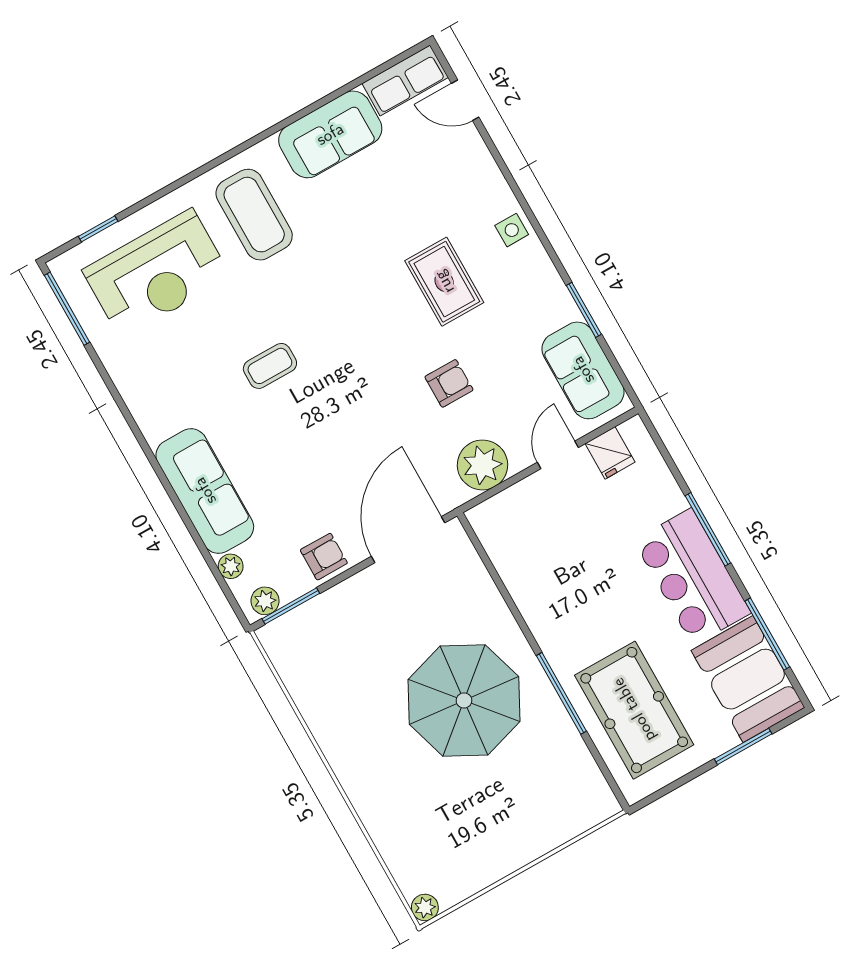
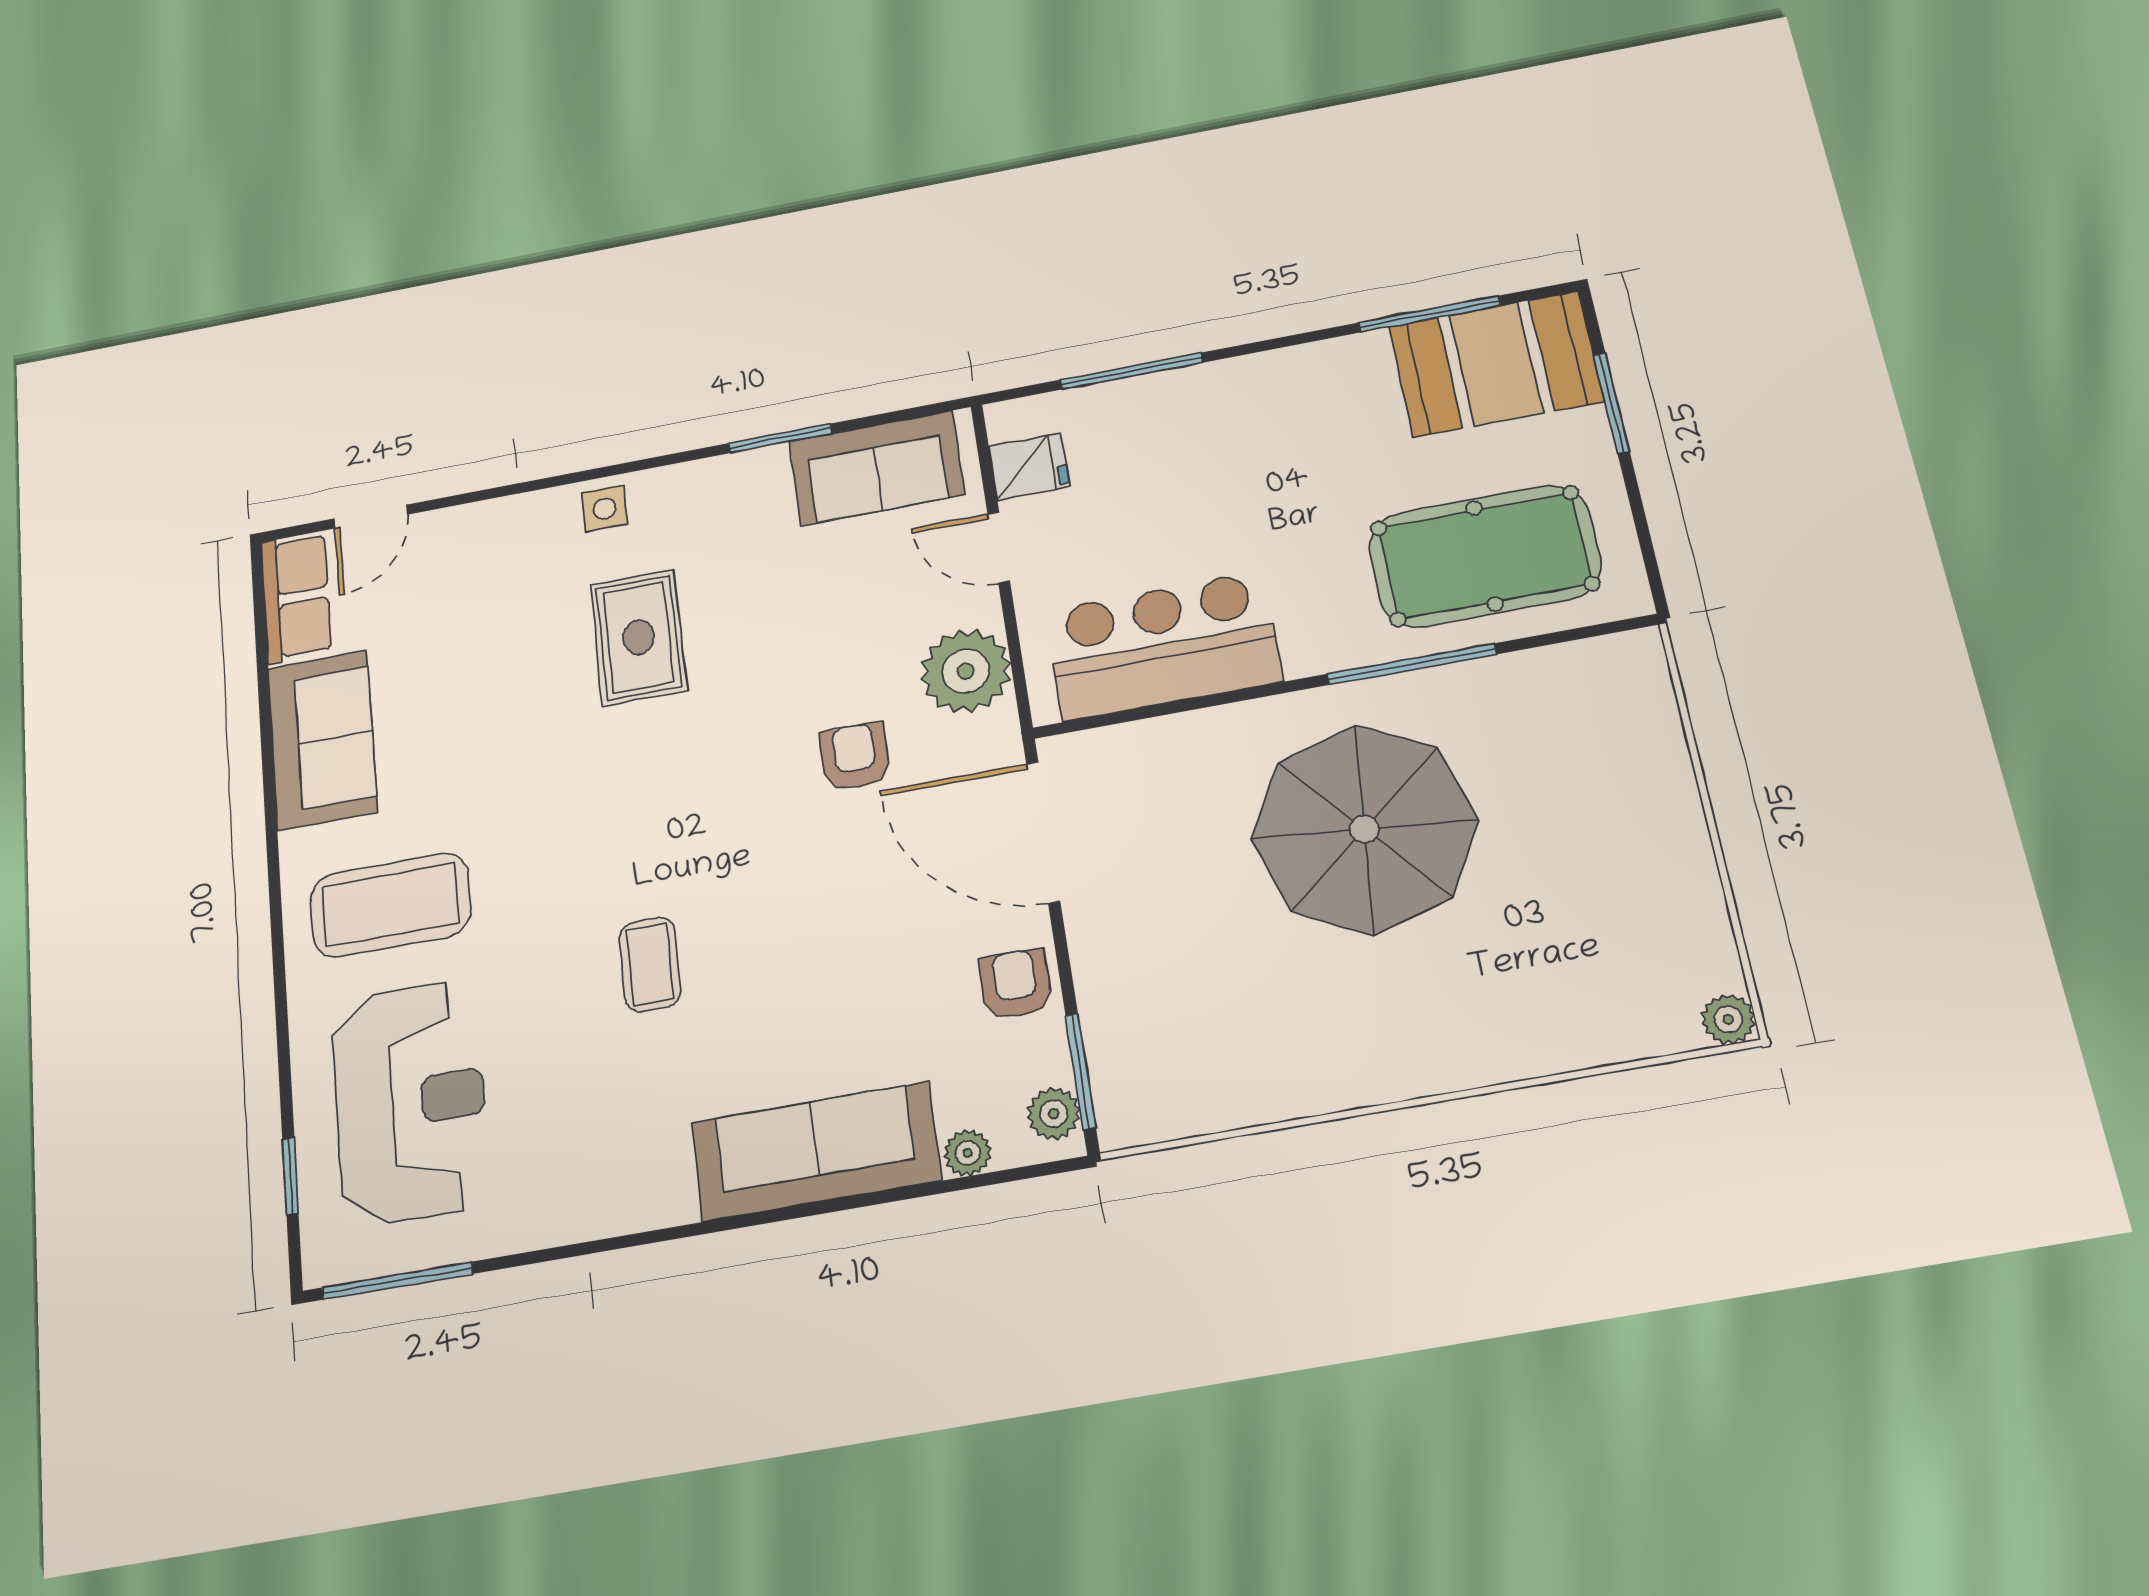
rug: (444, 282) -> (639, 637), turned 90
armchair: (449, 383) -> (855, 757), moved
window: (708, 529) -> (1132, 371), moved
bar counter: (692, 577) -> (1163, 646), moved, turned 180

